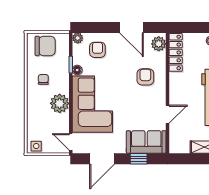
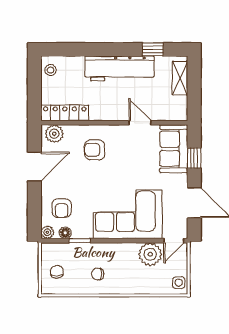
chair: (45, 46) -> (57, 272), width x0.54, depth x0.54
armchair: (97, 50) -> (62, 208), turned -90
floor lamp: (77, 70) -> (65, 233), moved
plant: (60, 103) -> (150, 254), moved

